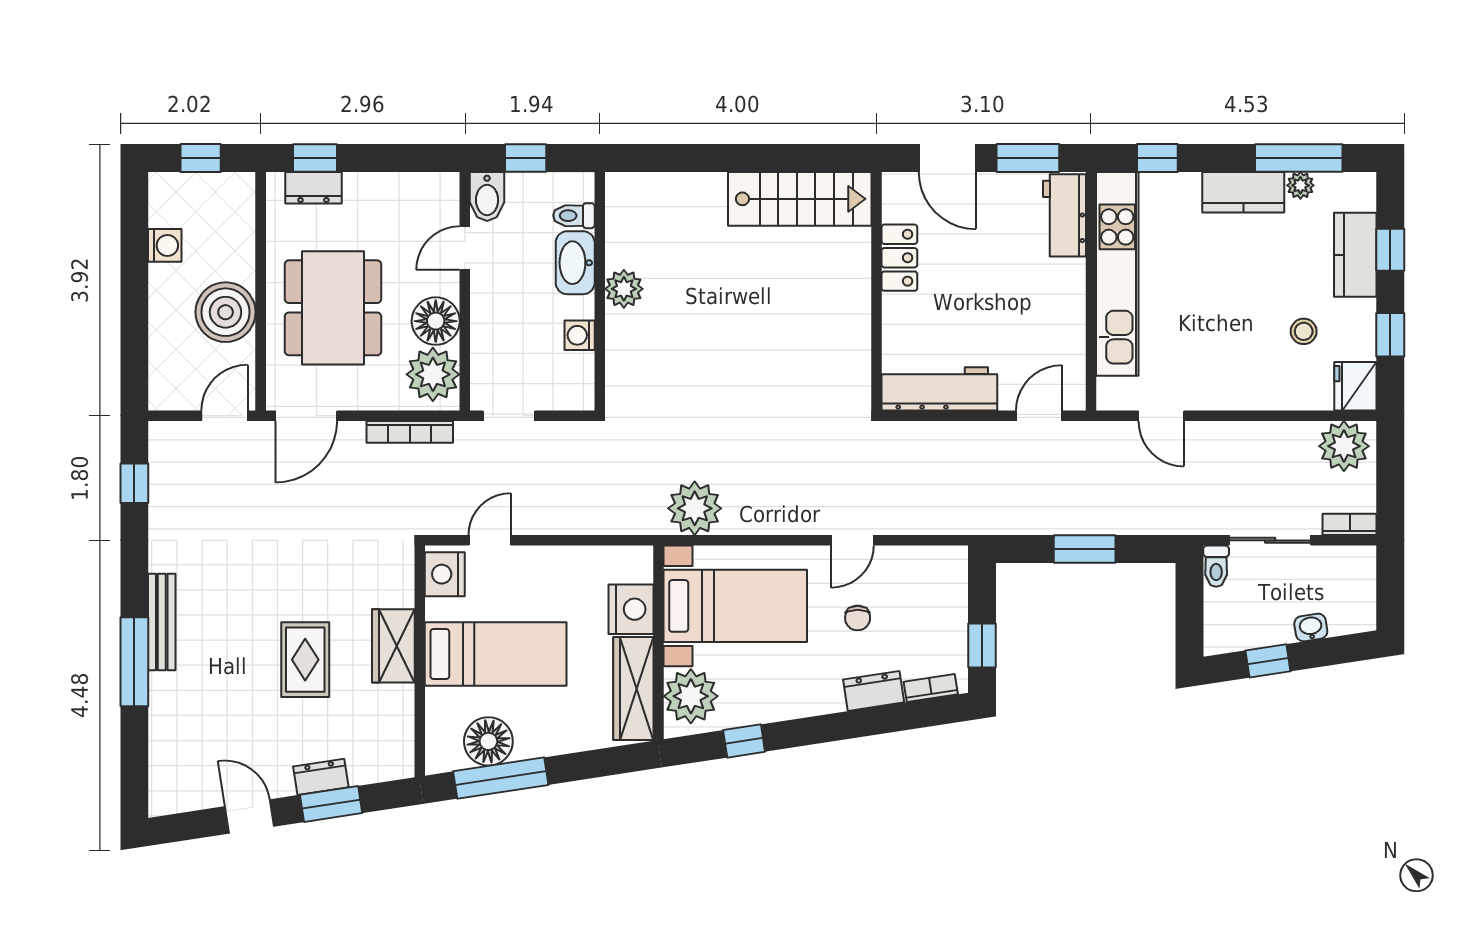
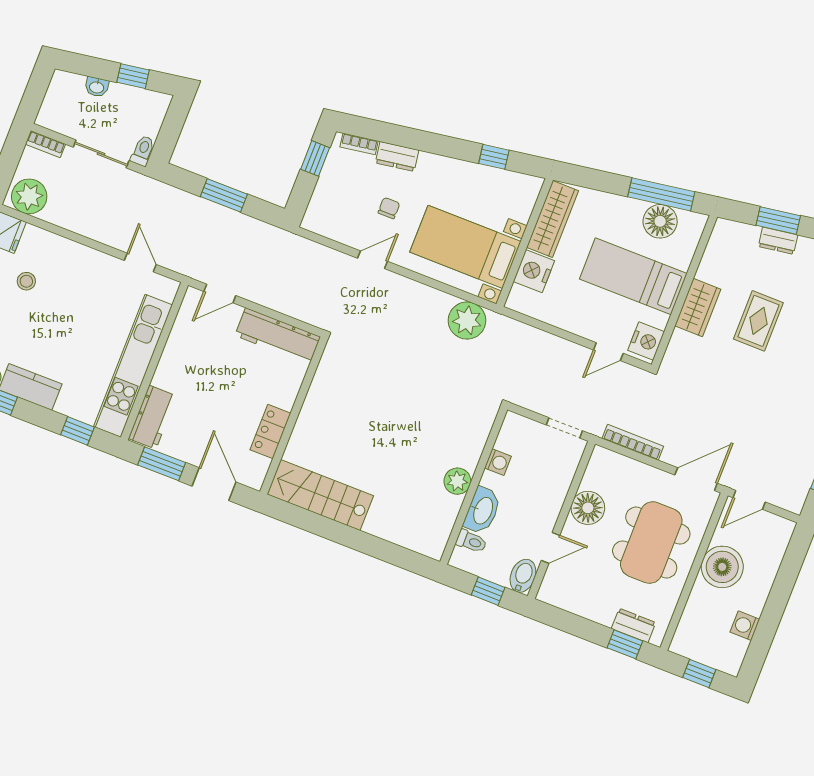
plant: (433, 374) -> (603, 474), removed
plant: (691, 696) -> (517, 199), removed

